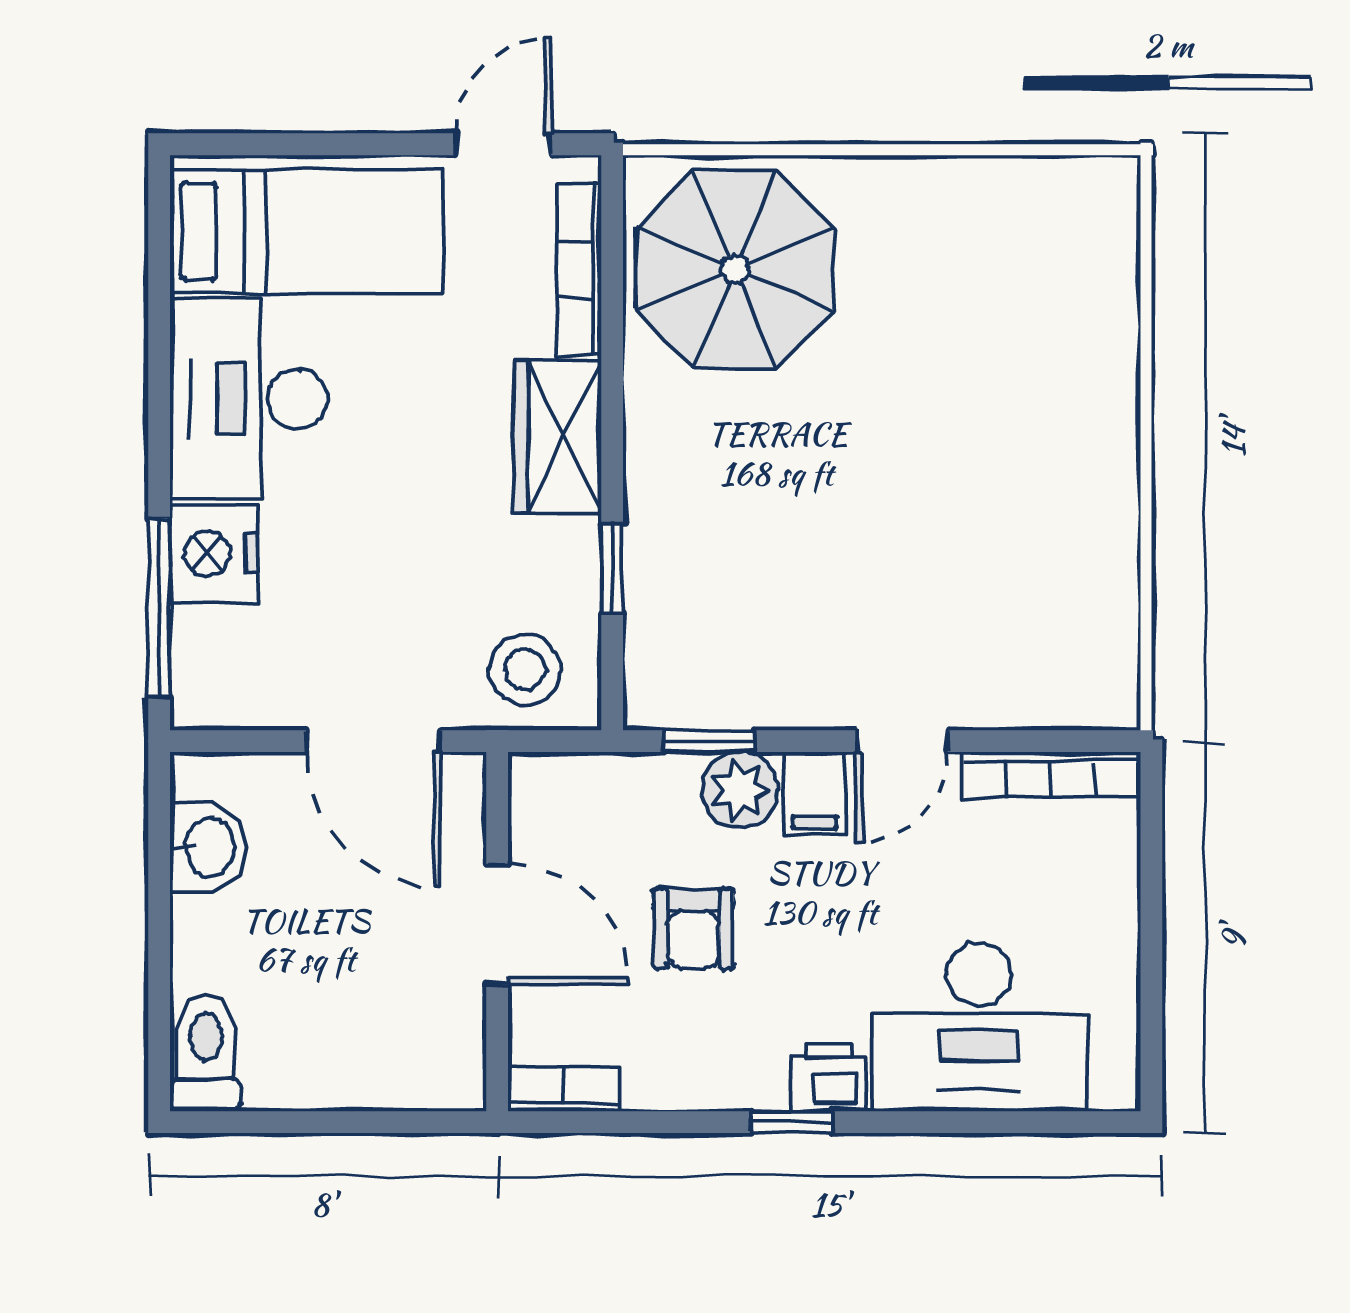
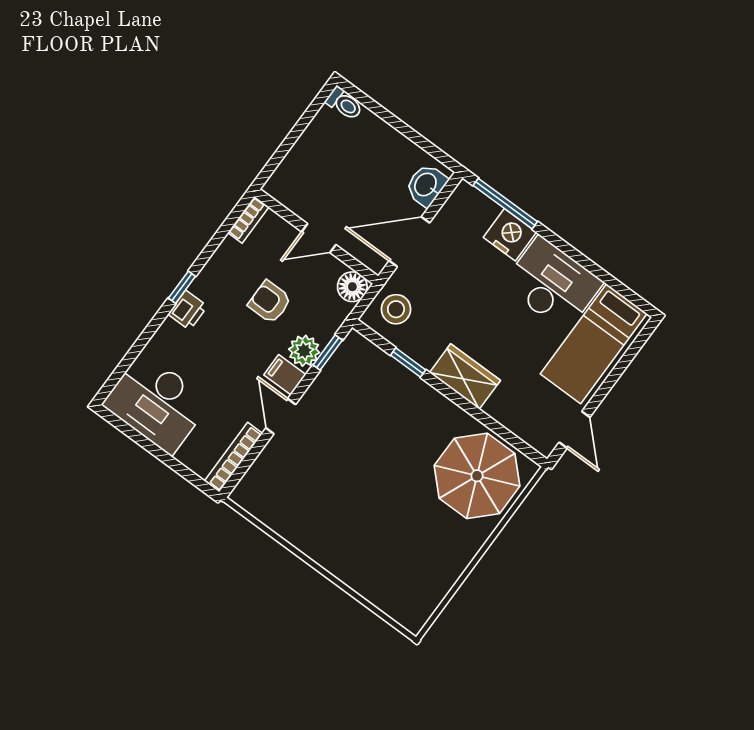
bookcase: (579, 269) -> (515, 424), removed
floor lamp: (544, 788) -> (352, 287), added
washbasin: (208, 847) -> (426, 185), moved, turned 90
door: (497, 924) -> (319, 238), width x0.73
desk: (979, 1027) -> (157, 403), moved, turned -90
toilet: (206, 1053) -> (344, 104), width x0.73, depth x0.72

